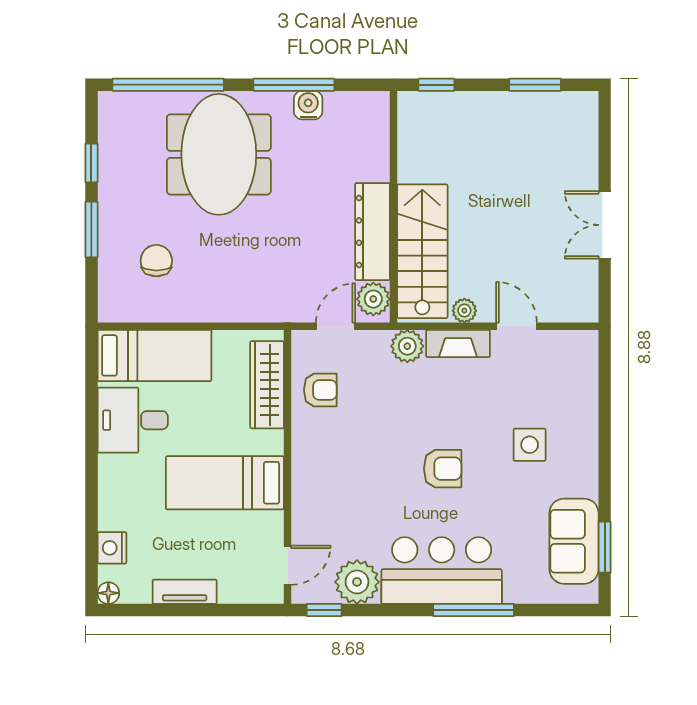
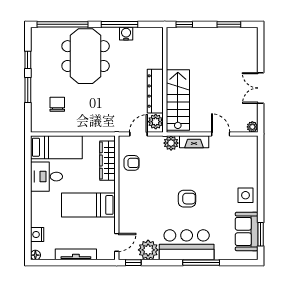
plant: (464, 311) -> (252, 127), moved
side table: (530, 445) -> (246, 195), moved
tv unit: (185, 592) -> (76, 254), width x1.41

